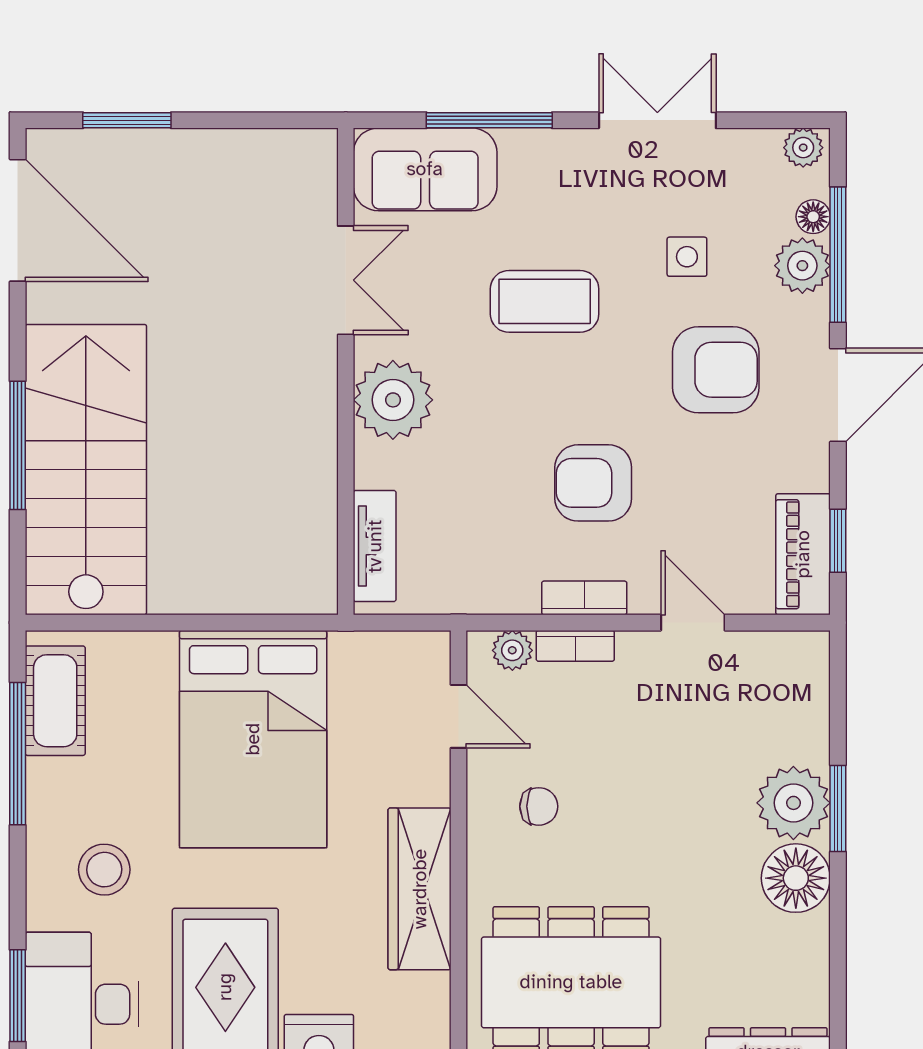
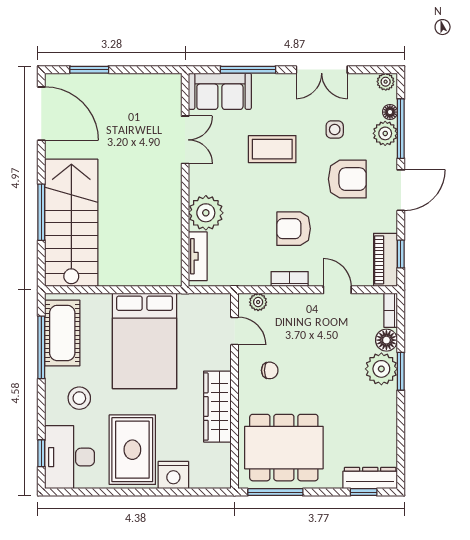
double door: (657, 120) -> (322, 70), swing flipped
plant: (393, 400) -> (206, 213), moved
bookcase: (575, 646) -> (391, 310), moved, turned 90
cot: (55, 701) -> (62, 333), width x1.37, depth x1.34
floor lamp: (796, 878) -> (386, 340), moved, width x0.73, depth x0.73
window: (18, 996) -> (41, 453), width x0.67

